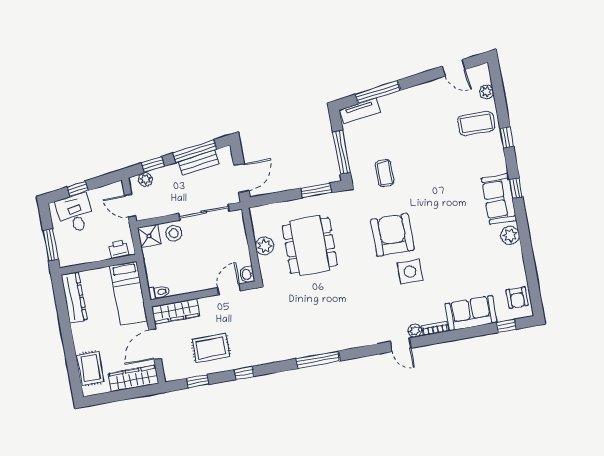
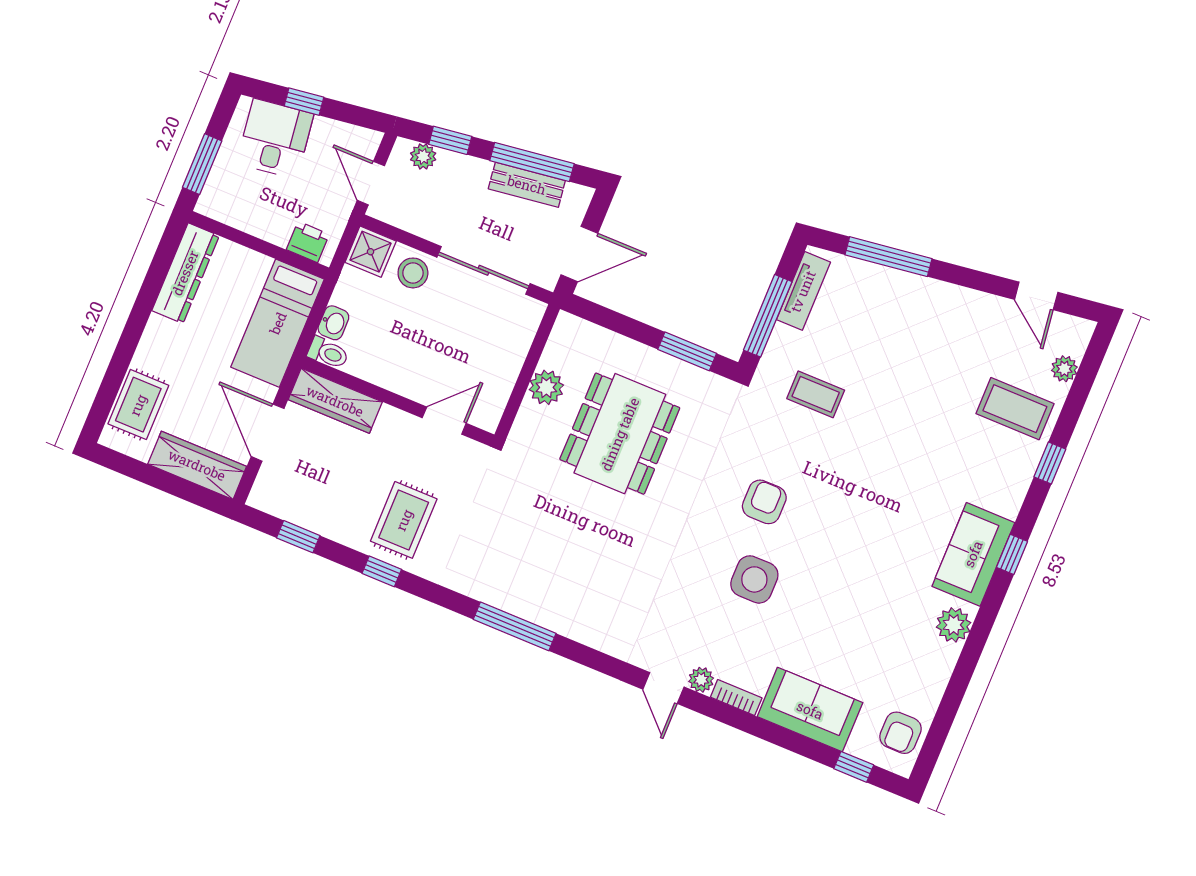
tv unit: (360, 111) -> (803, 291), moved, turned -82
coffee table: (385, 173) -> (816, 394), turned 90
armchair: (392, 235) -> (764, 502), width x0.53, depth x0.53
washbasin: (247, 274) -> (333, 323), moved, turned 180
door: (155, 344) -> (268, 433), hinge flipped
rug: (211, 348) -> (404, 520), moved, turned 90

